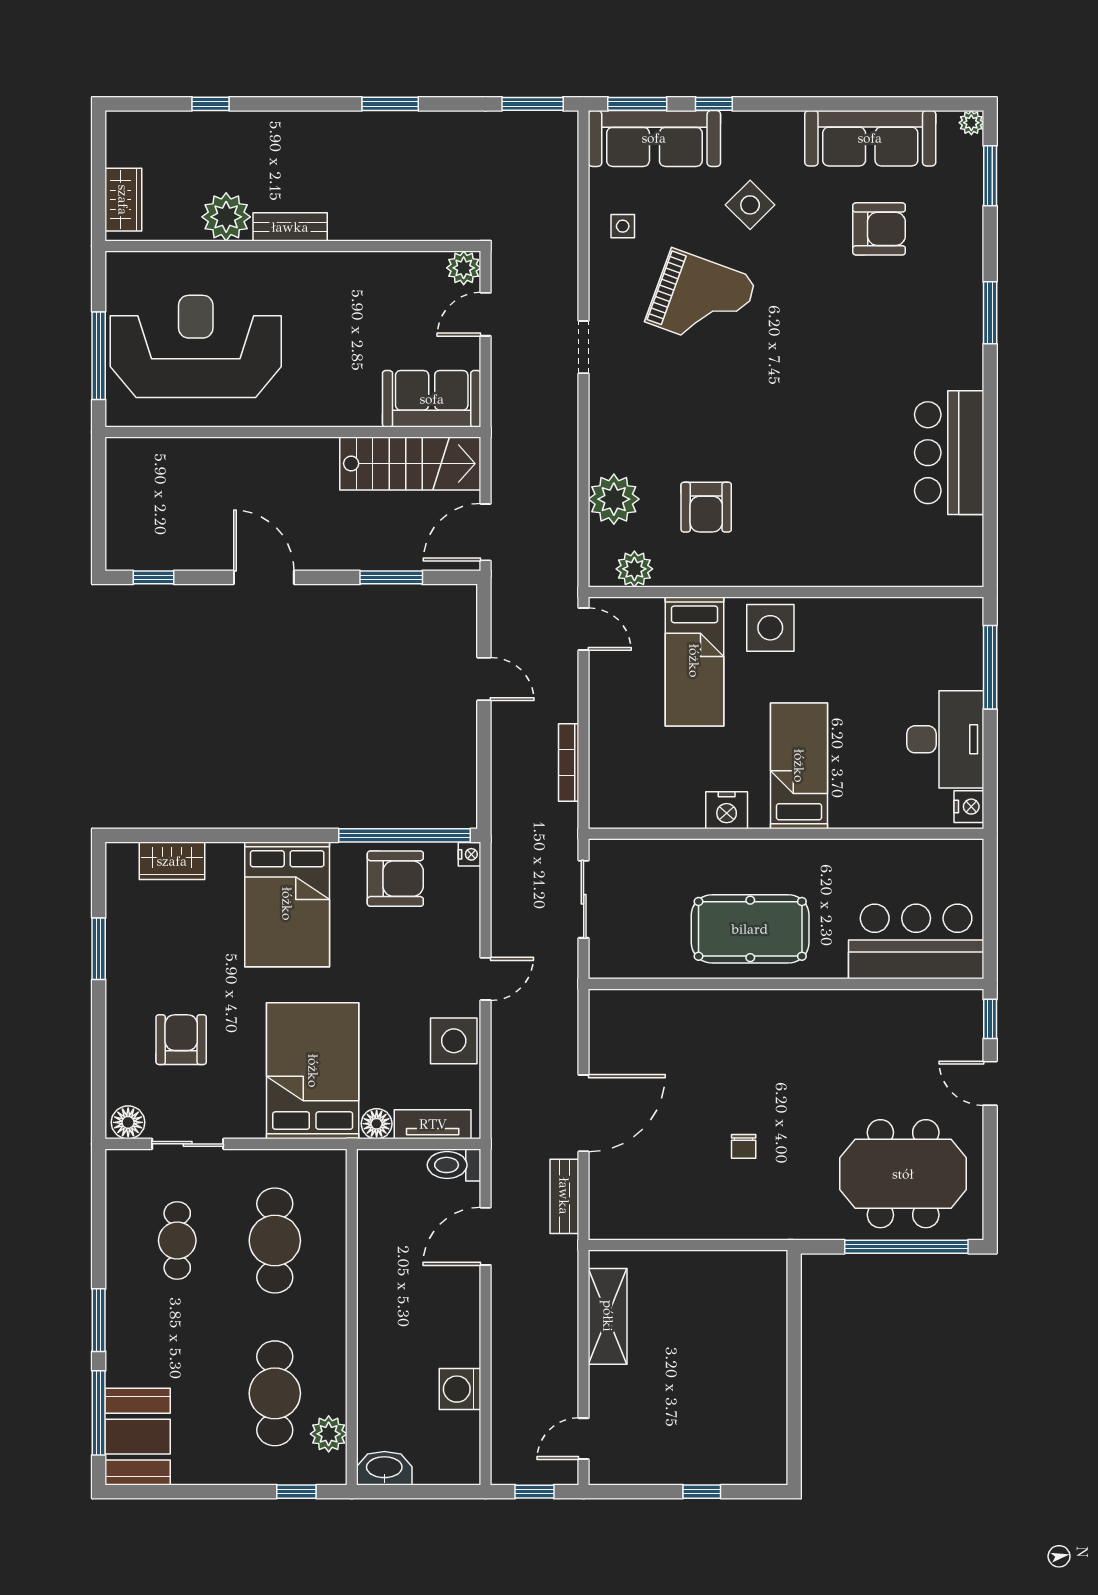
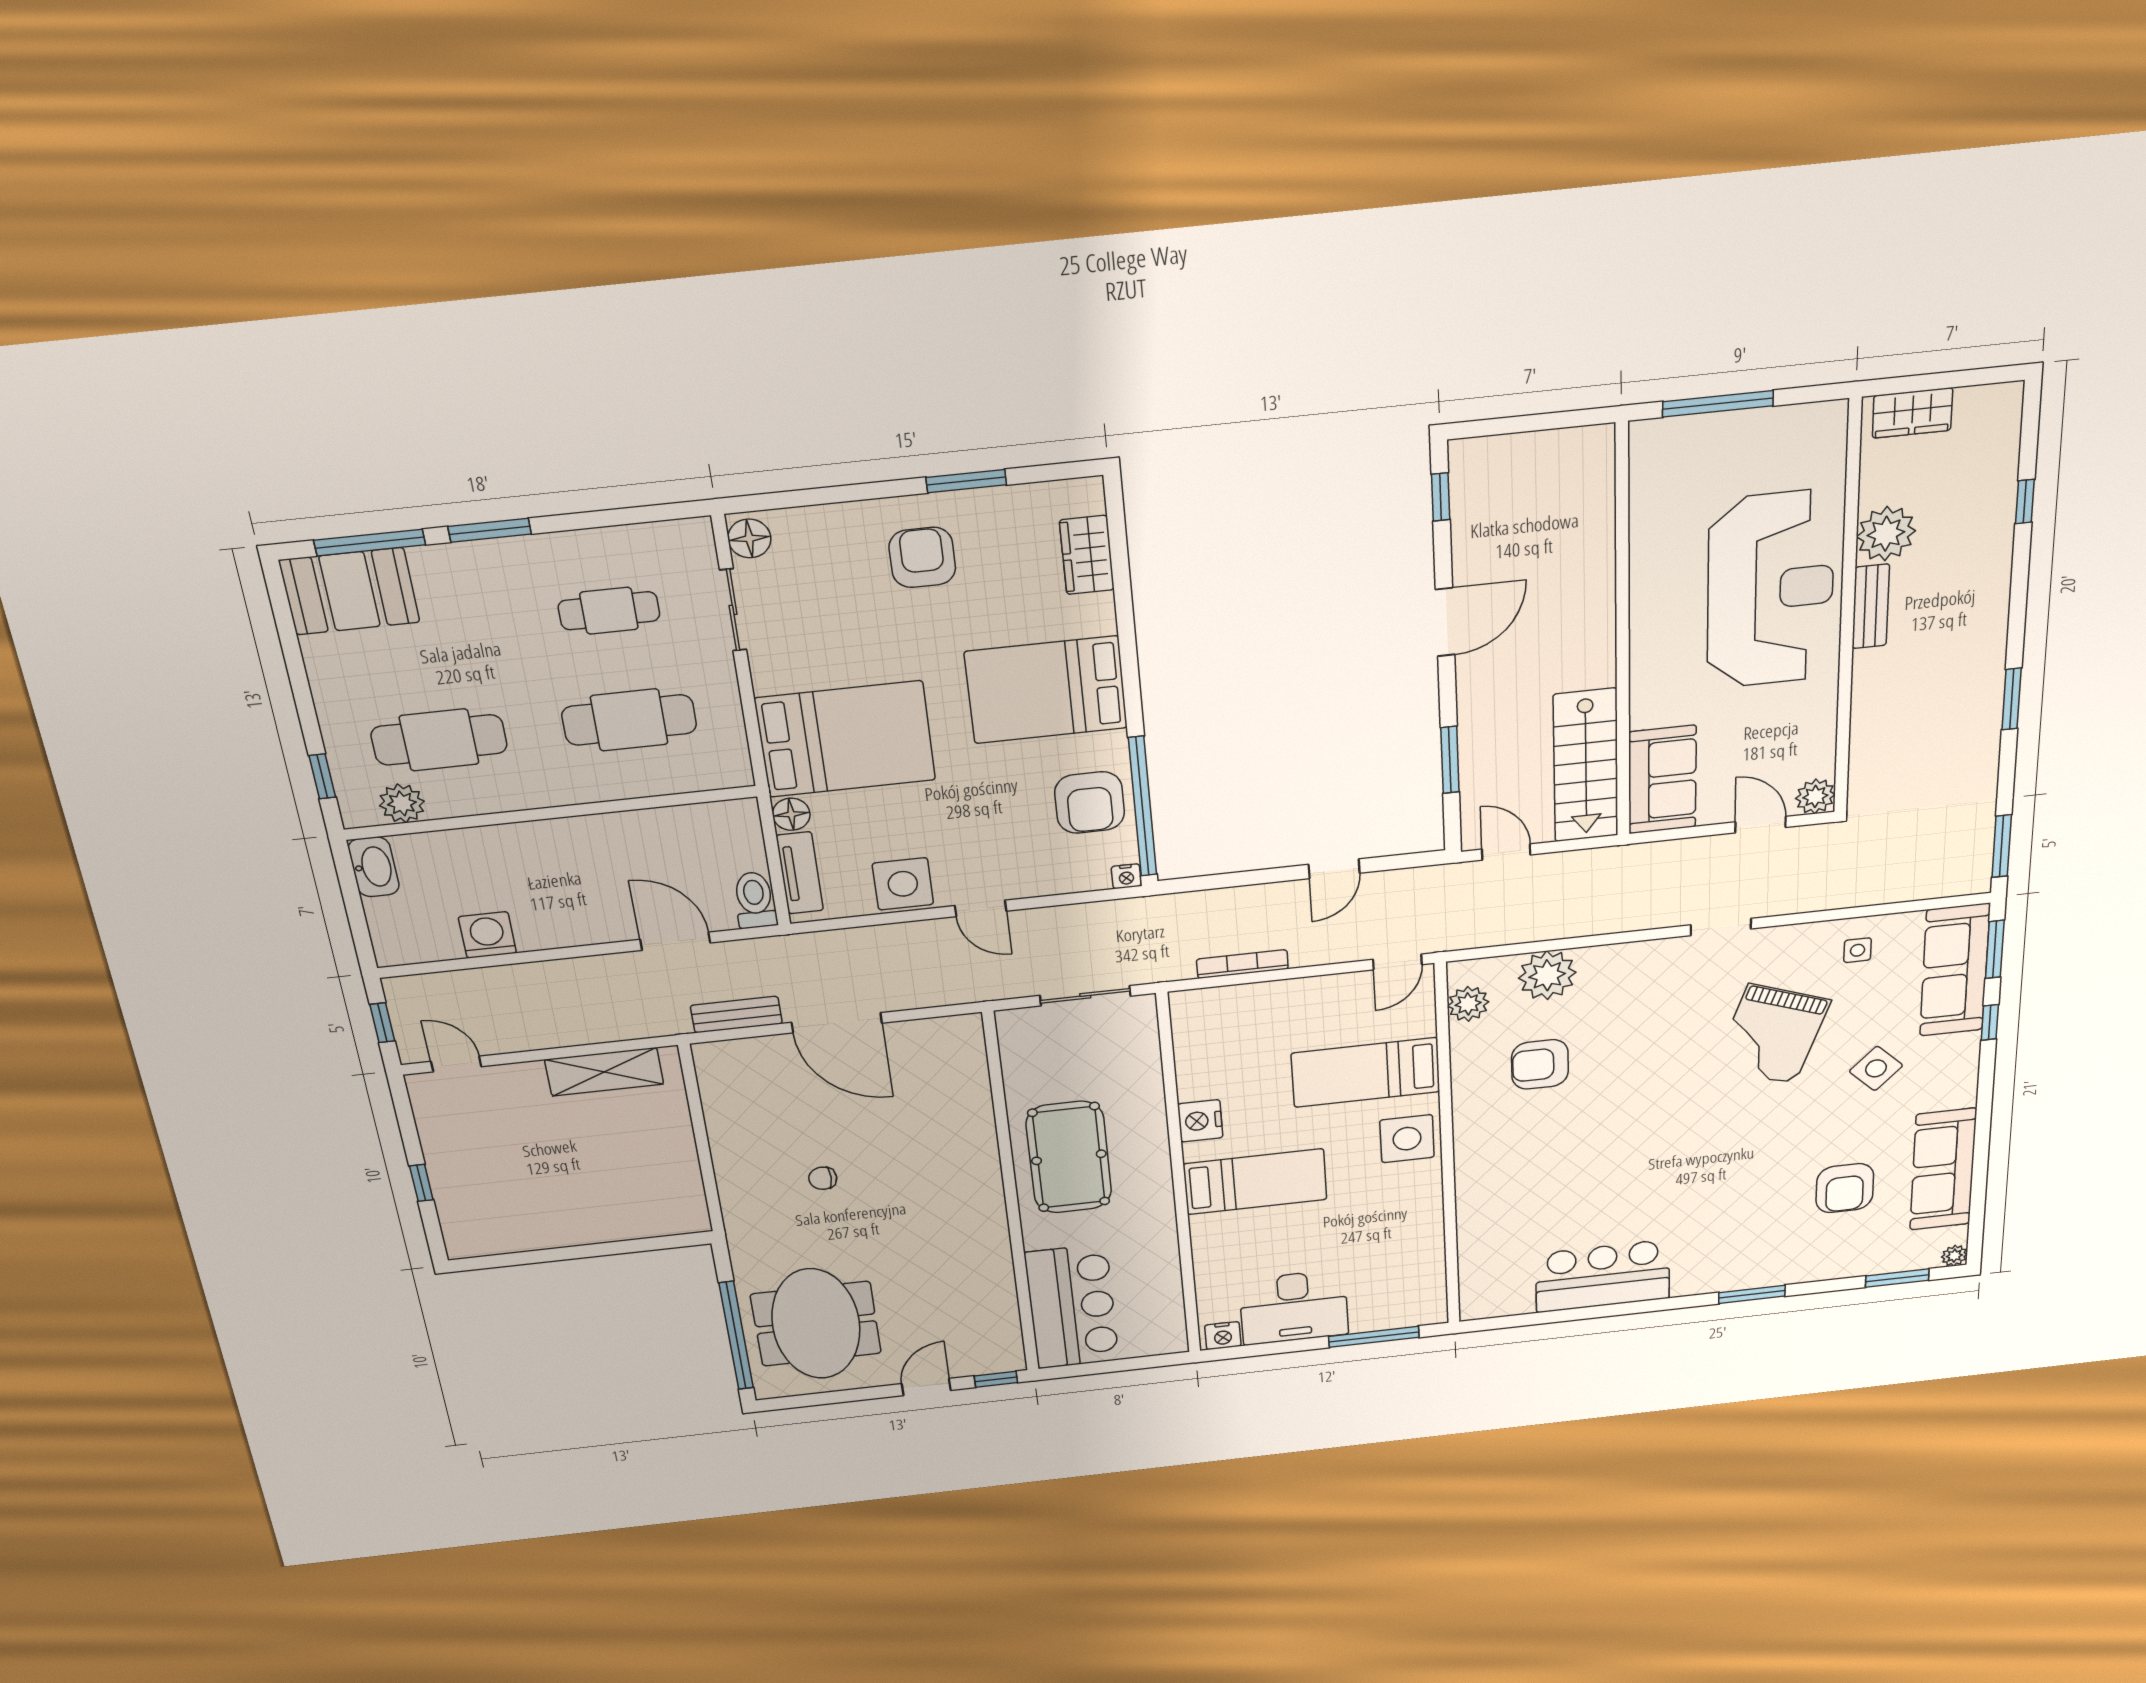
reception desk: (196, 346) -> (1770, 590), moved
door: (486, 532) -> (1506, 852), width x0.73
armchair: (181, 1040) -> (922, 557), moved, turned -90

